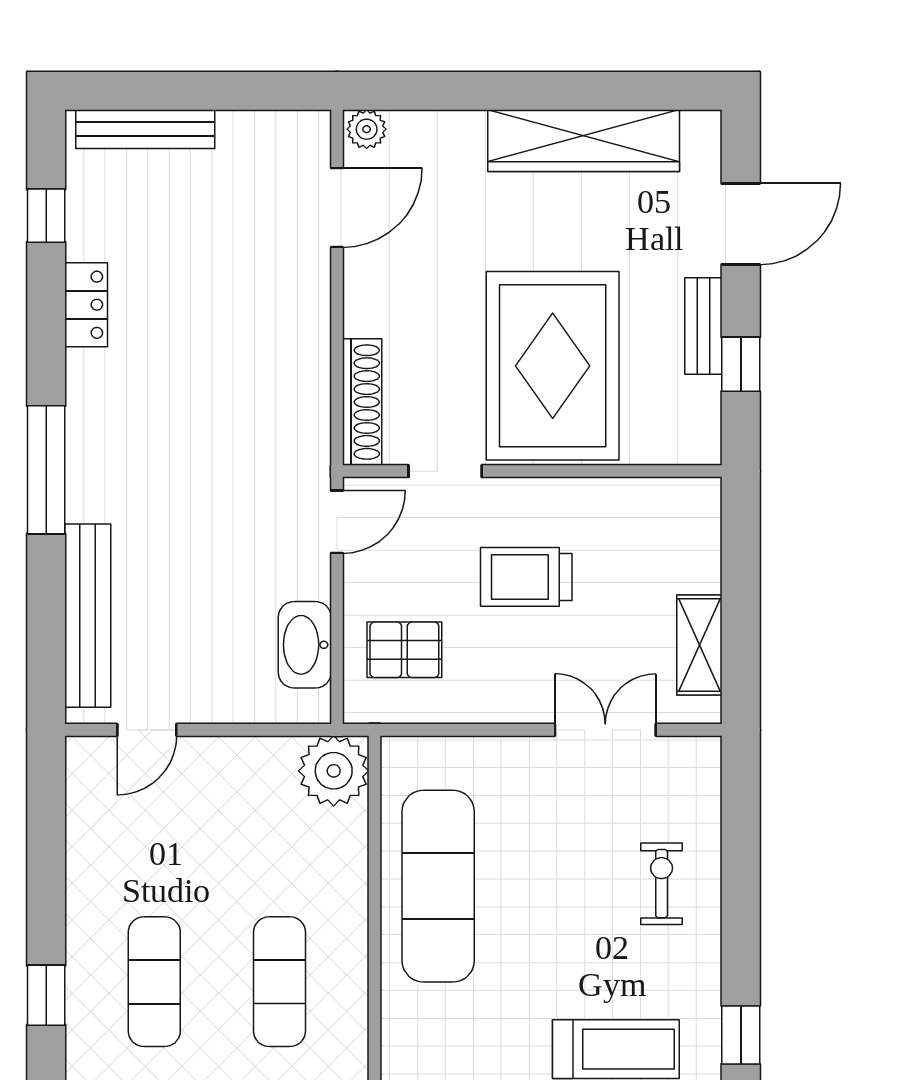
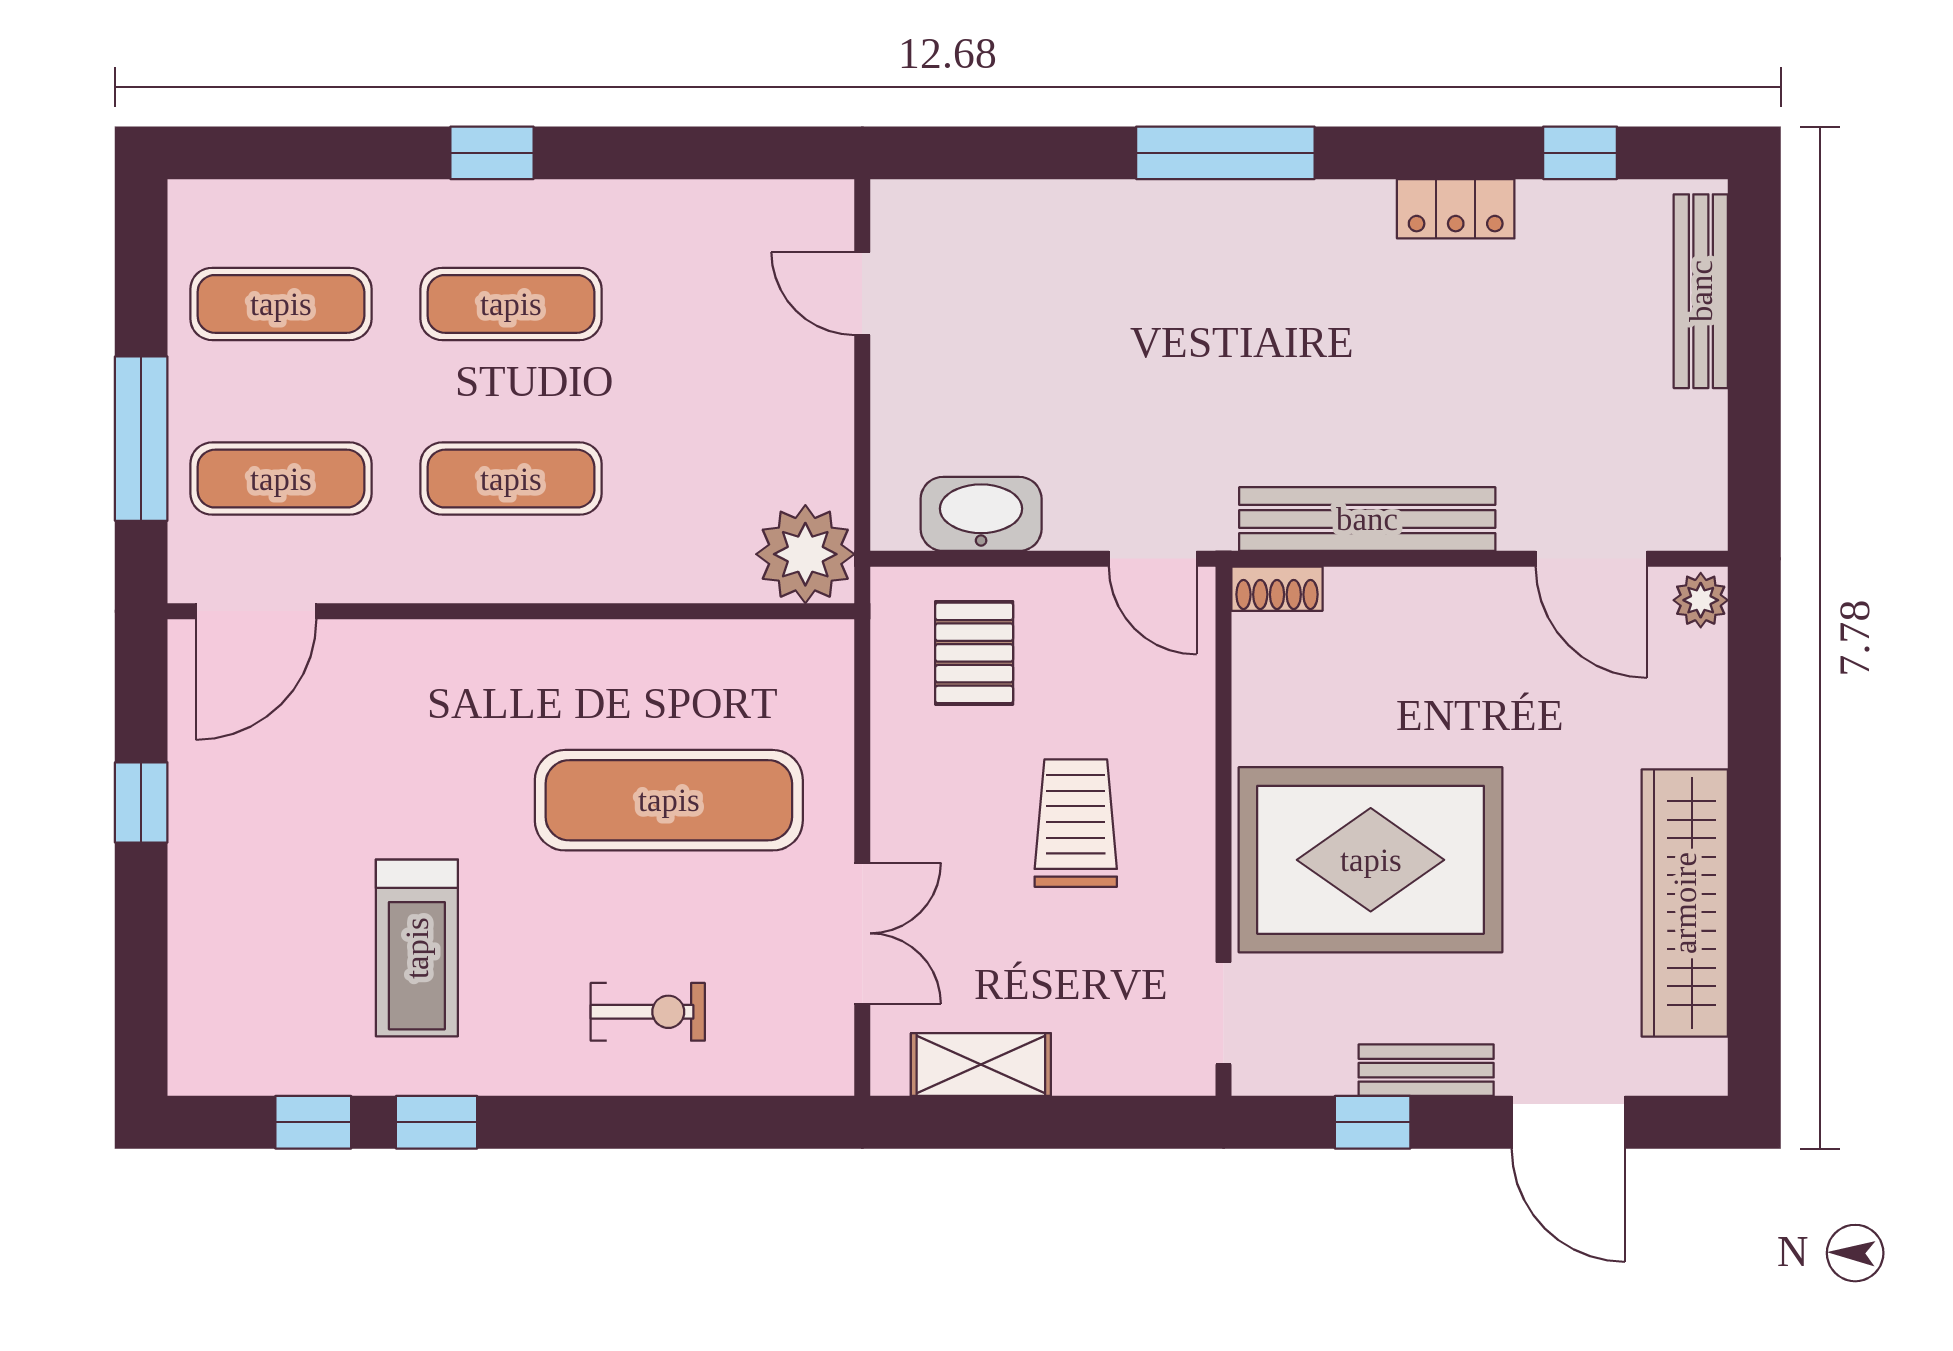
shoe rack: (362, 402) -> (1277, 589), width x0.51, depth x0.81
doorway: (445, 471) -> (1224, 1013), moved
bench: (88, 616) -> (1367, 519), moved
exercise mat: (438, 886) -> (669, 800), moved

